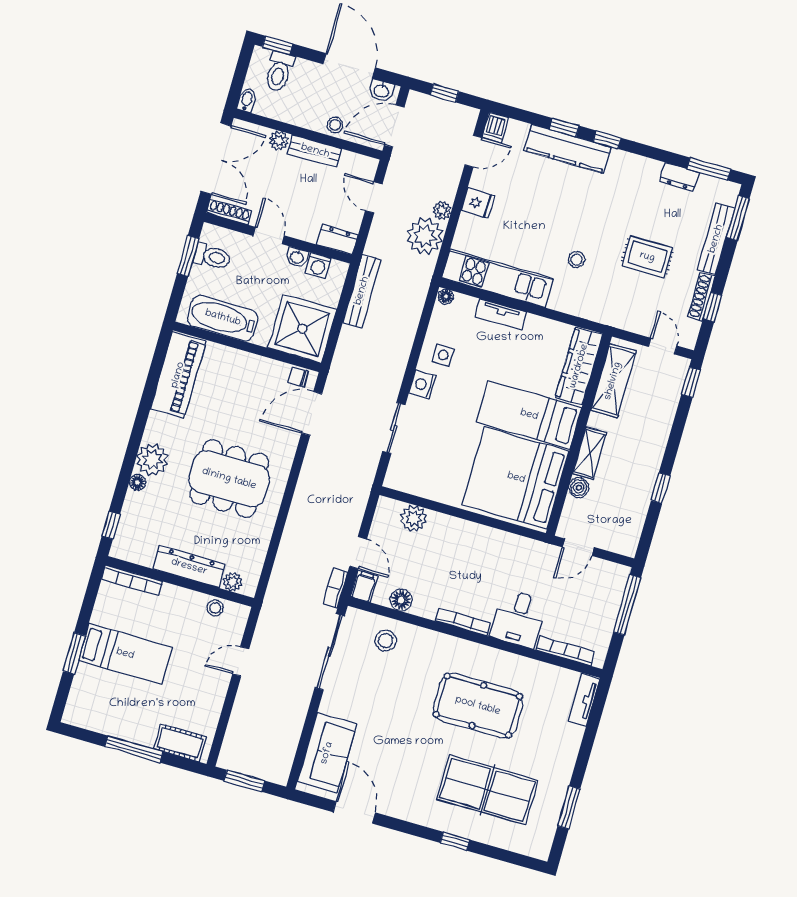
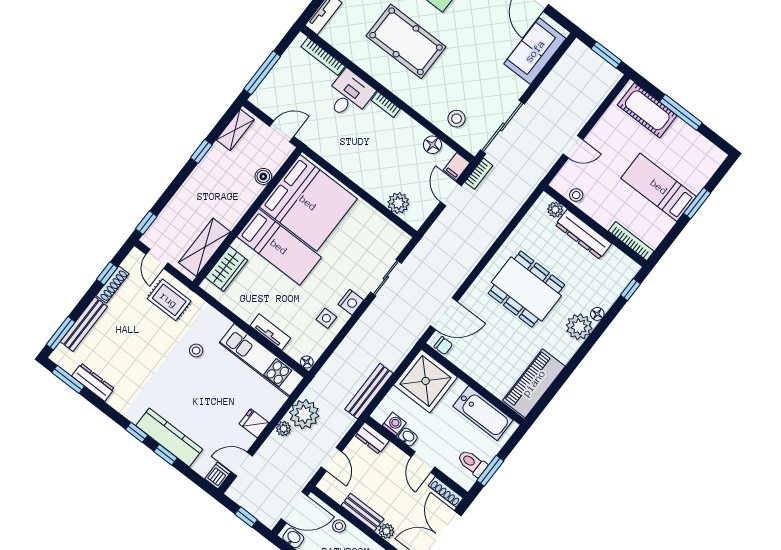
dresser: (679, 177) -> (93, 382), width x1.44
rug: (647, 257) -> (169, 300), moved
wardrobe: (579, 366) -> (227, 269), width x0.67
shelving: (590, 453) -> (235, 130), moved
bookcase: (463, 622) -> (386, 104), width x0.64
cot: (180, 743) -> (647, 110), width x1.37, depth x1.34

